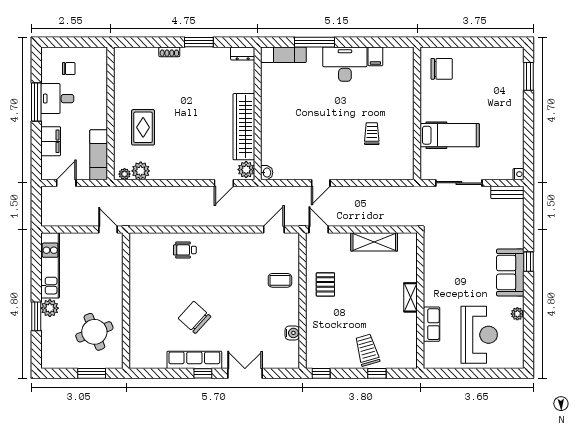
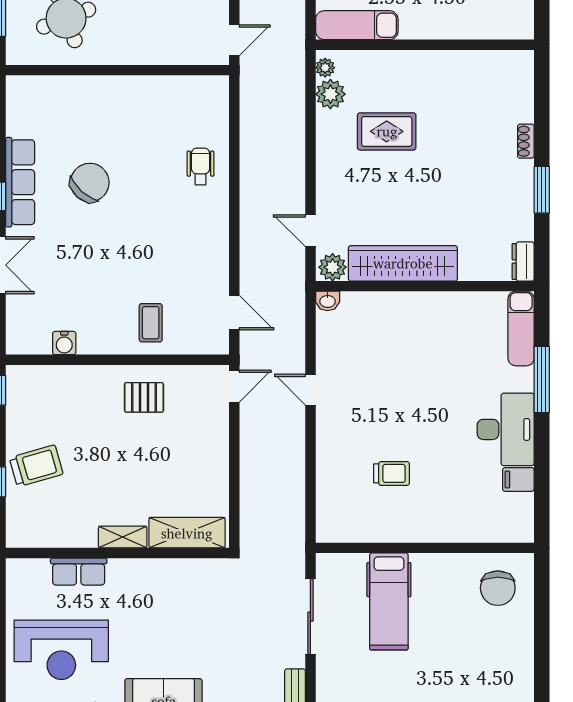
rug: (143, 127) -> (387, 131), moved
shelving: (374, 242) -> (187, 533), moved, turned 90

